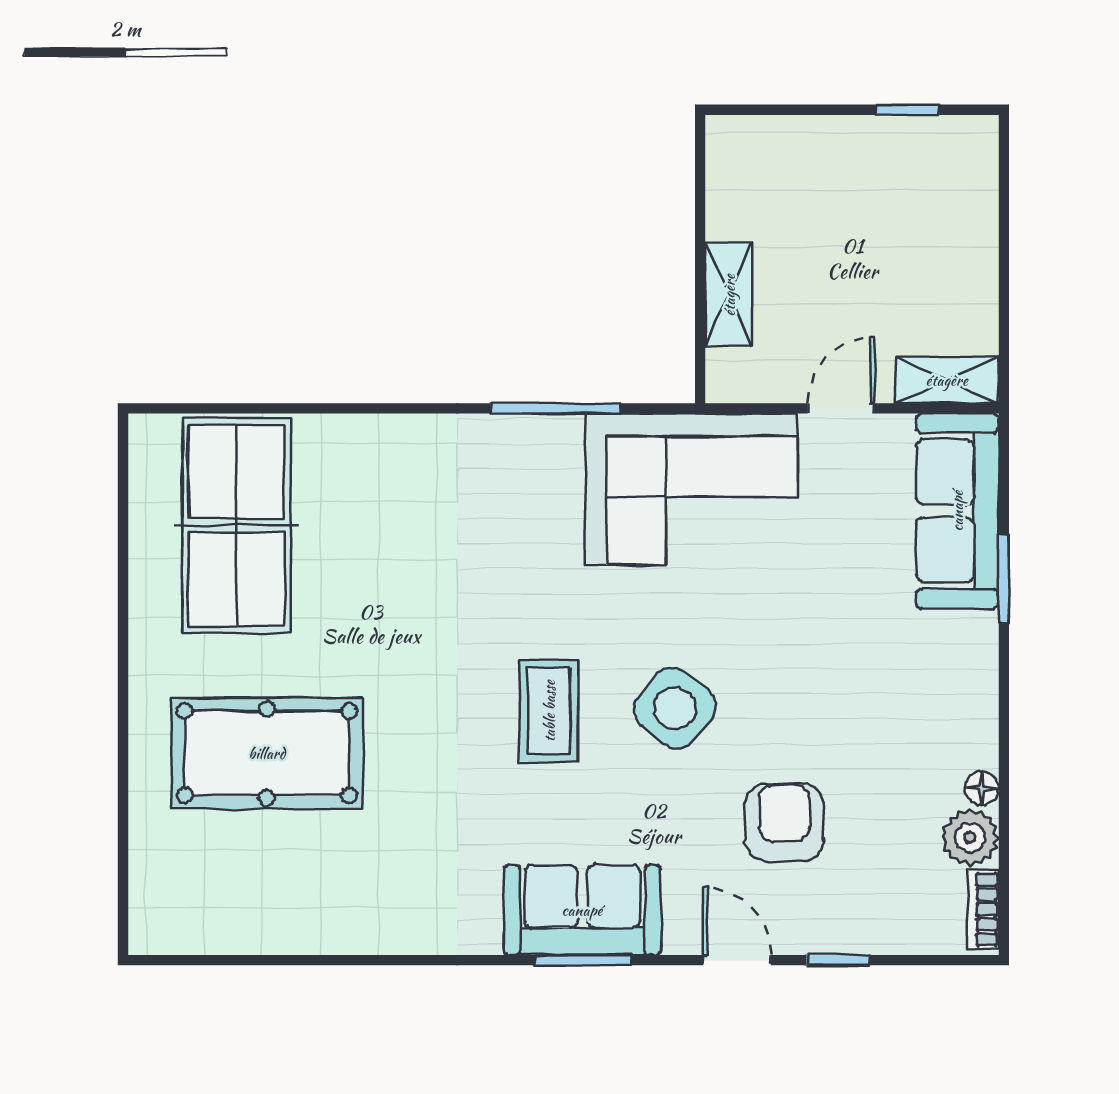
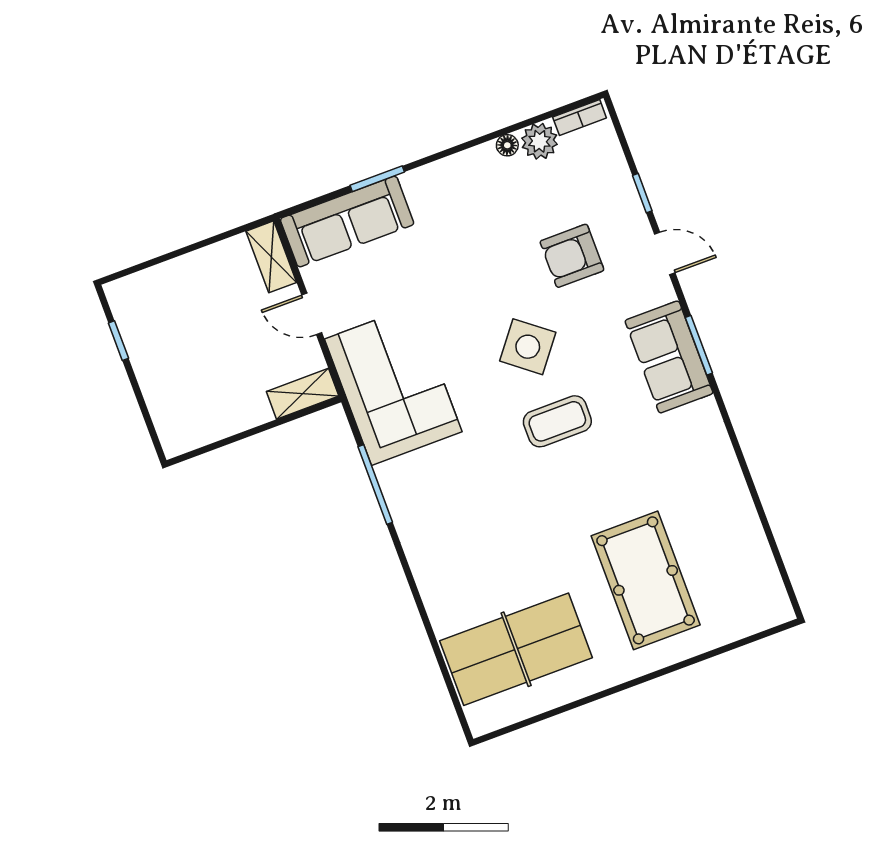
shelving: (729, 295) -> (303, 394), moved
door: (737, 960) -> (665, 253), swing flipped

